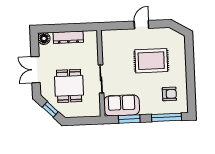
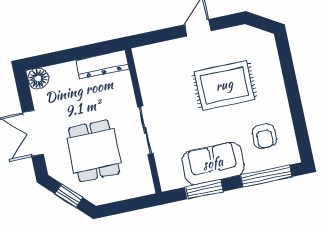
dresser: (68, 37) -> (102, 64), moved
armchair: (169, 94) -> (264, 136), turned 90
sofa: (122, 105) -> (213, 163), moved

